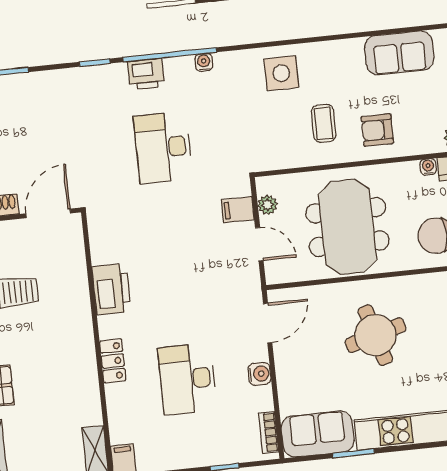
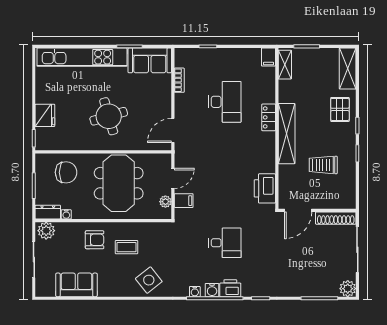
side table: (281, 73) -> (149, 280), turned -38
coffee table: (324, 123) -> (127, 247), turned 90
desk: (163, 147) -> (225, 243), width x0.73
door: (259, 244) -> (173, 178), swing flipped
printer: (111, 289) -> (265, 188), moved
shelving: (80, 337) -> (287, 134), added
water cooler: (259, 374) -> (212, 290), moved, turned -90
bookcase: (269, 432) -> (179, 80), moved

